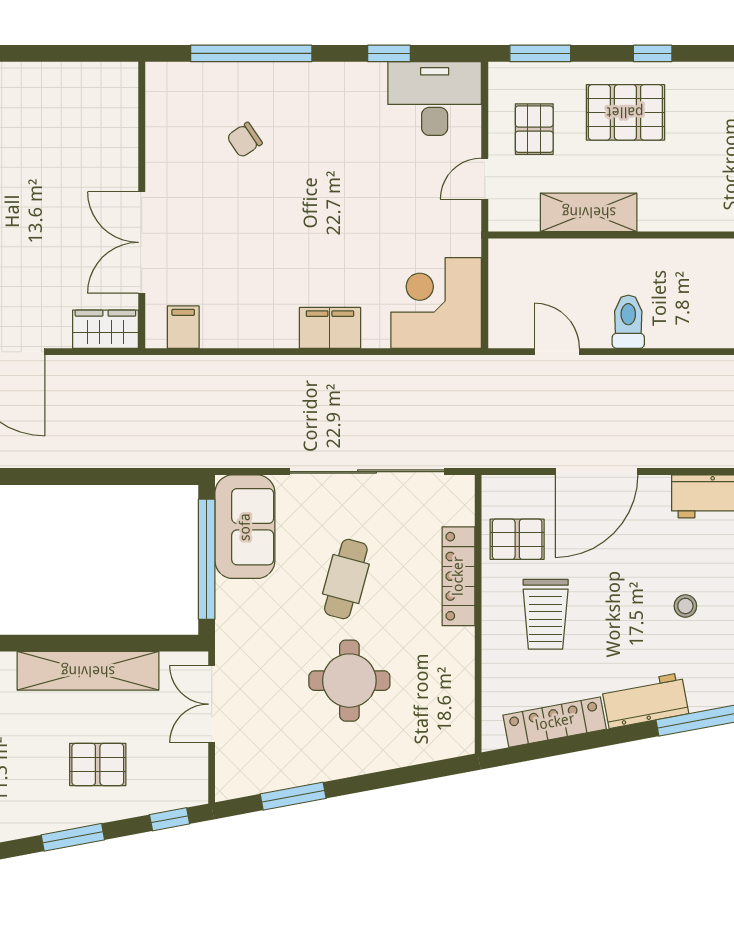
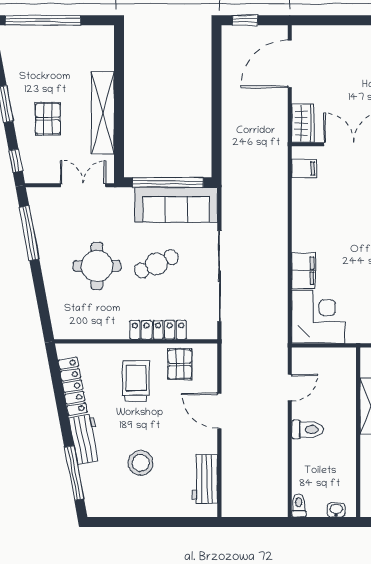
filing cabinet: (330, 328) -> (304, 271), moved
door: (597, 472) -> (219, 411), width x0.73
sofa: (245, 527) -> (176, 205), width x1.36
cafe table: (346, 579) -> (156, 264), turned -39
stool: (685, 606) -> (141, 463), width x1.89, depth x1.89
trolley: (546, 614) -> (136, 381), turned 90
window: (293, 796) -> (29, 233), width x1.44

